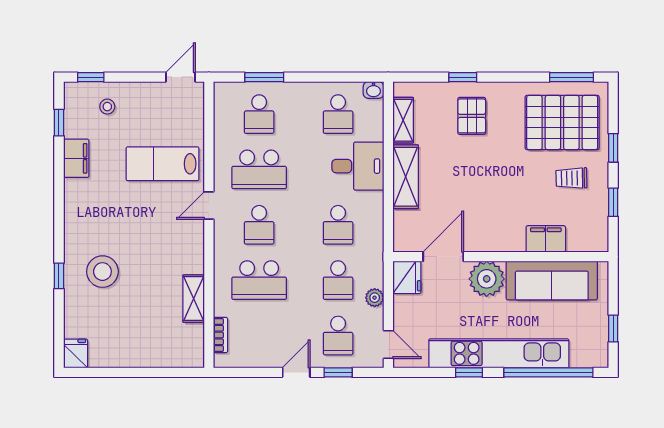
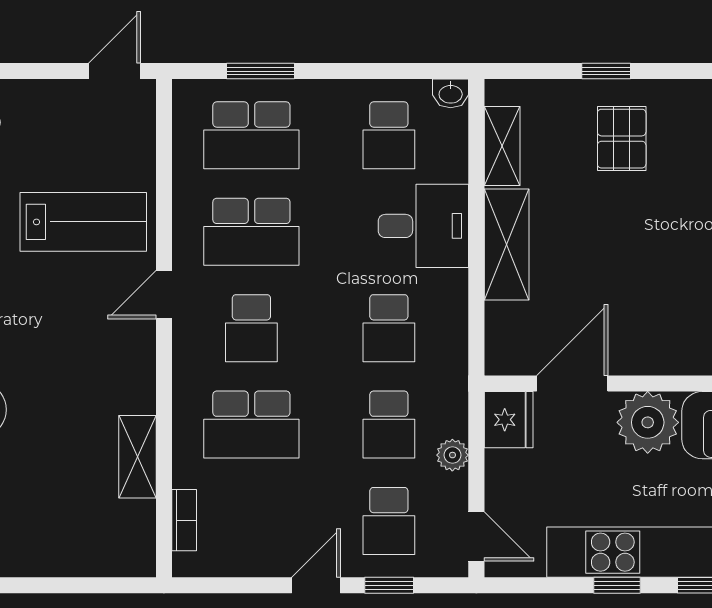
school desk: (259, 114) -> (251, 135), width x1.85
lab bench: (163, 164) -> (83, 222), turned 180

